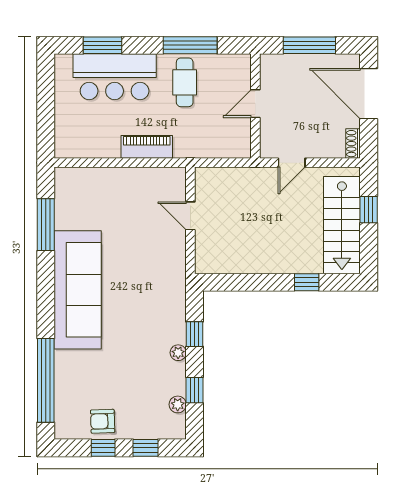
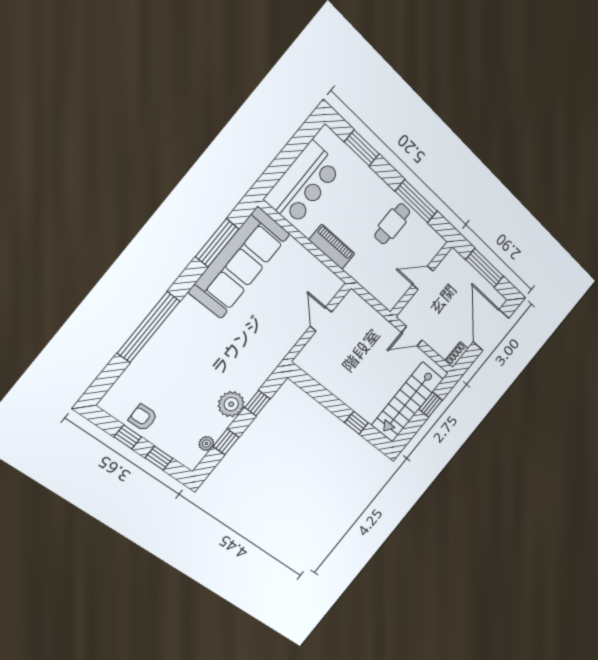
bar counter: (115, 77) -> (303, 184), moved, turned -90
sofa: (78, 290) -> (239, 263), moved
plant: (178, 353) -> (231, 404), width x1.88, depth x1.88
window: (46, 380) -> (149, 327), moved

